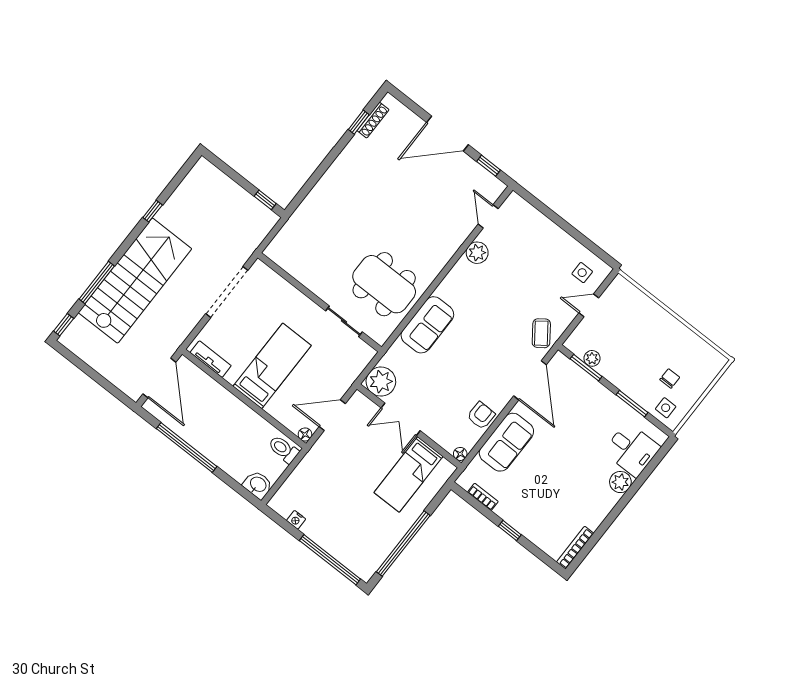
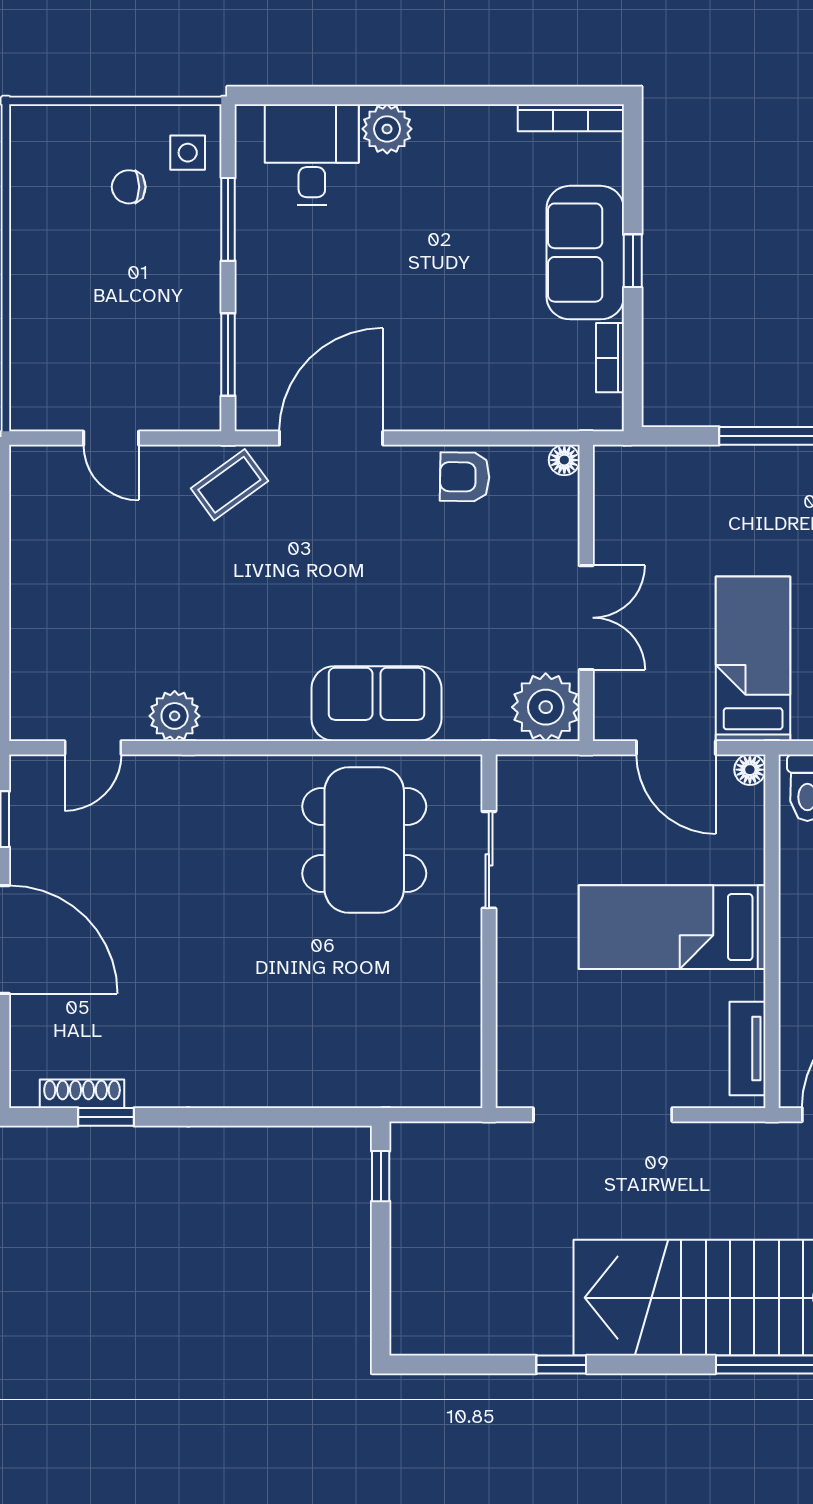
side table: (582, 273) -> (61, 497), removed
plant: (592, 358) -> (203, 357), removed
sofa: (506, 442) -> (585, 253), moved, turned -90
bed: (408, 474) -> (753, 659), moved, turned -90

